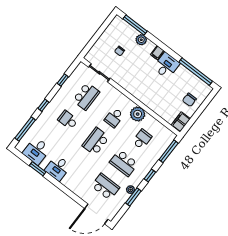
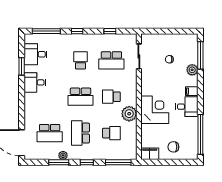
corner desk: (150, 92) -> (155, 110), added
school desk: (96, 141) -> (81, 97), turned 180
school desk: (105, 187) -> (50, 133), turned 90

